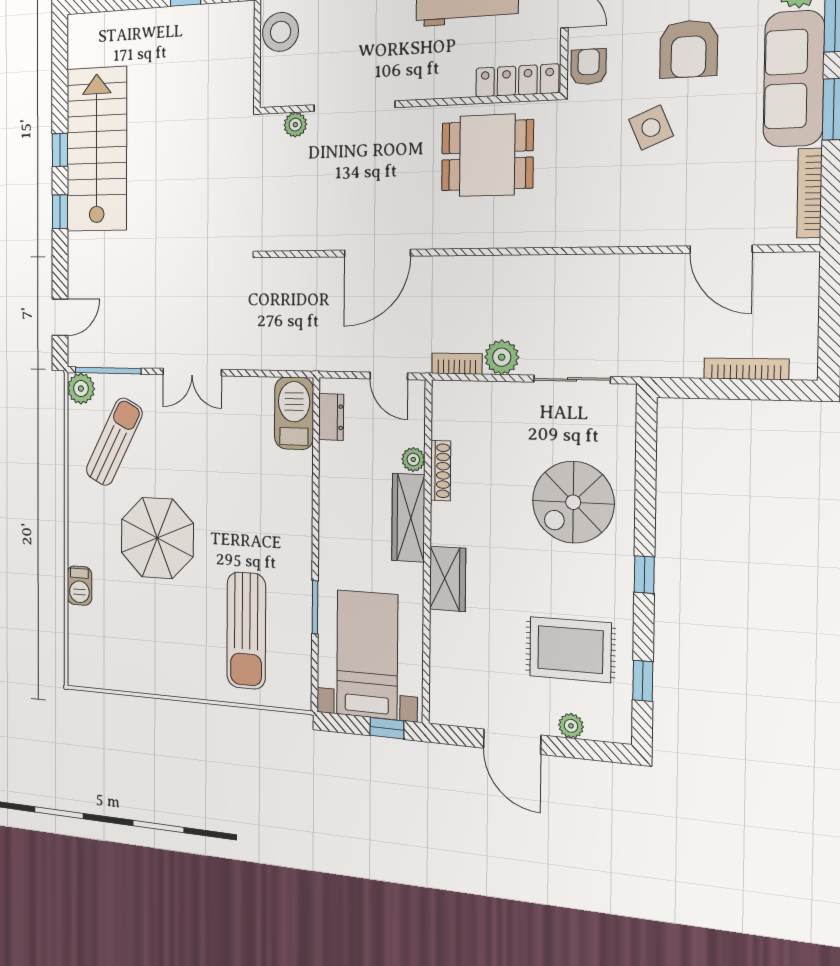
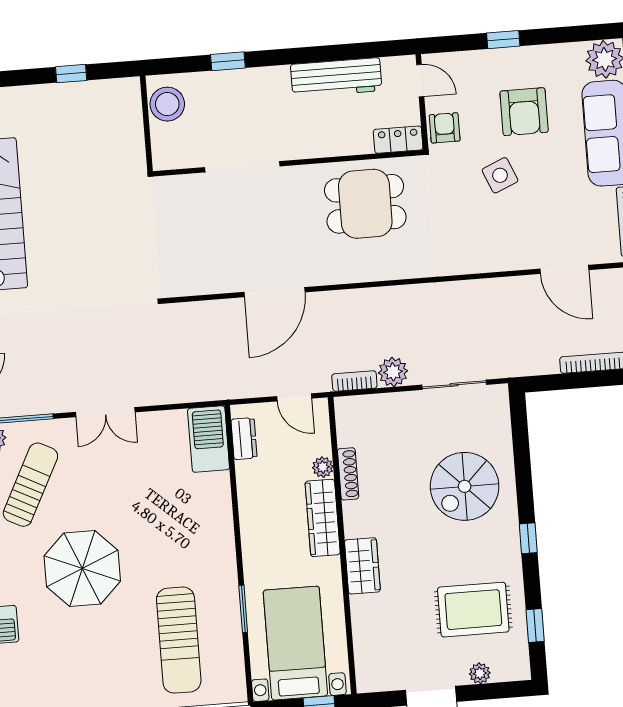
locker: (517, 80) -> (398, 140), width x0.66
plant: (295, 125) -> (188, 185), removed

